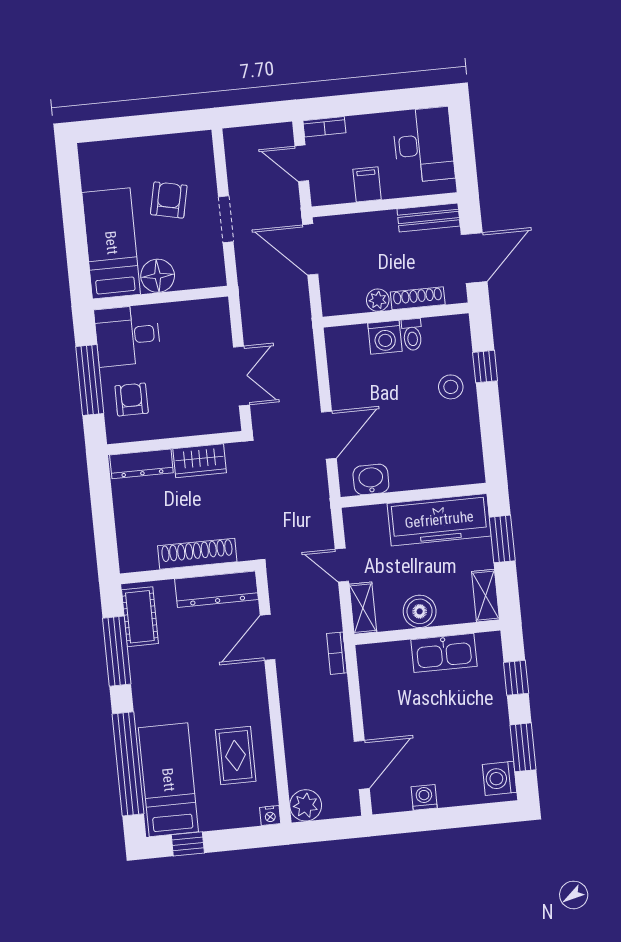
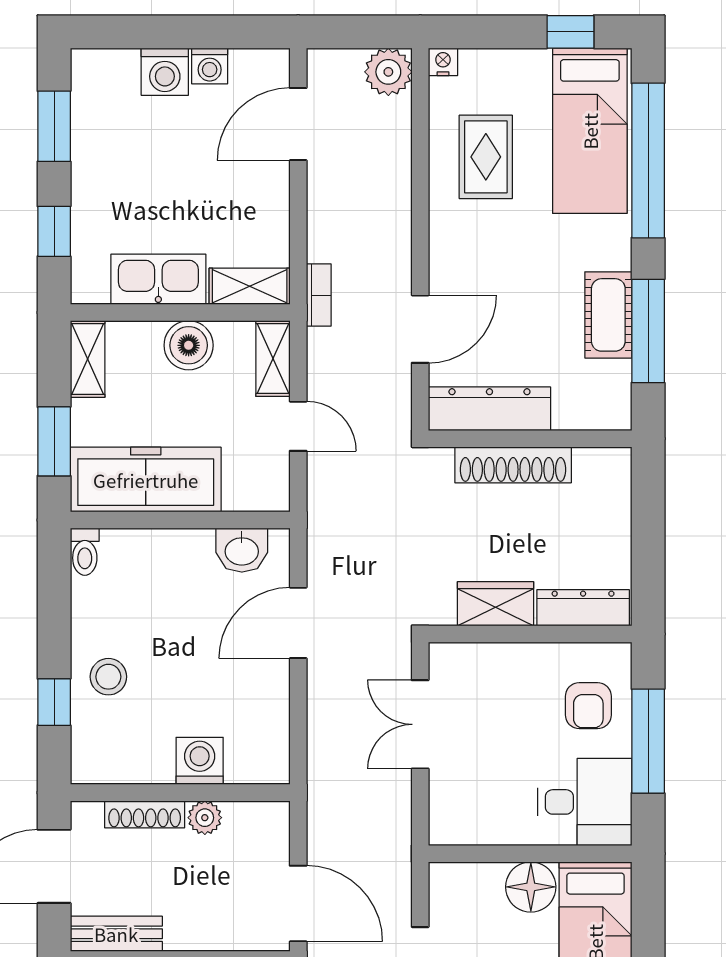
toilet: (412, 335) -> (85, 552), moved, turned 180
cot: (140, 617) -> (608, 315), moved
shelving: (383, 654) -> (250, 286), added
washing machine: (499, 778) -> (165, 72), moved, turned 90

